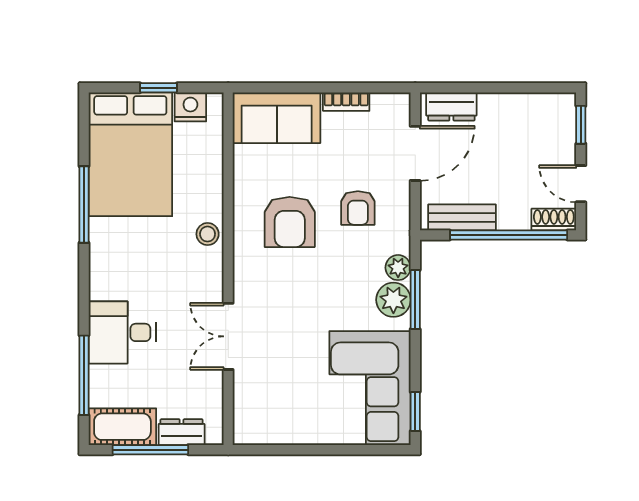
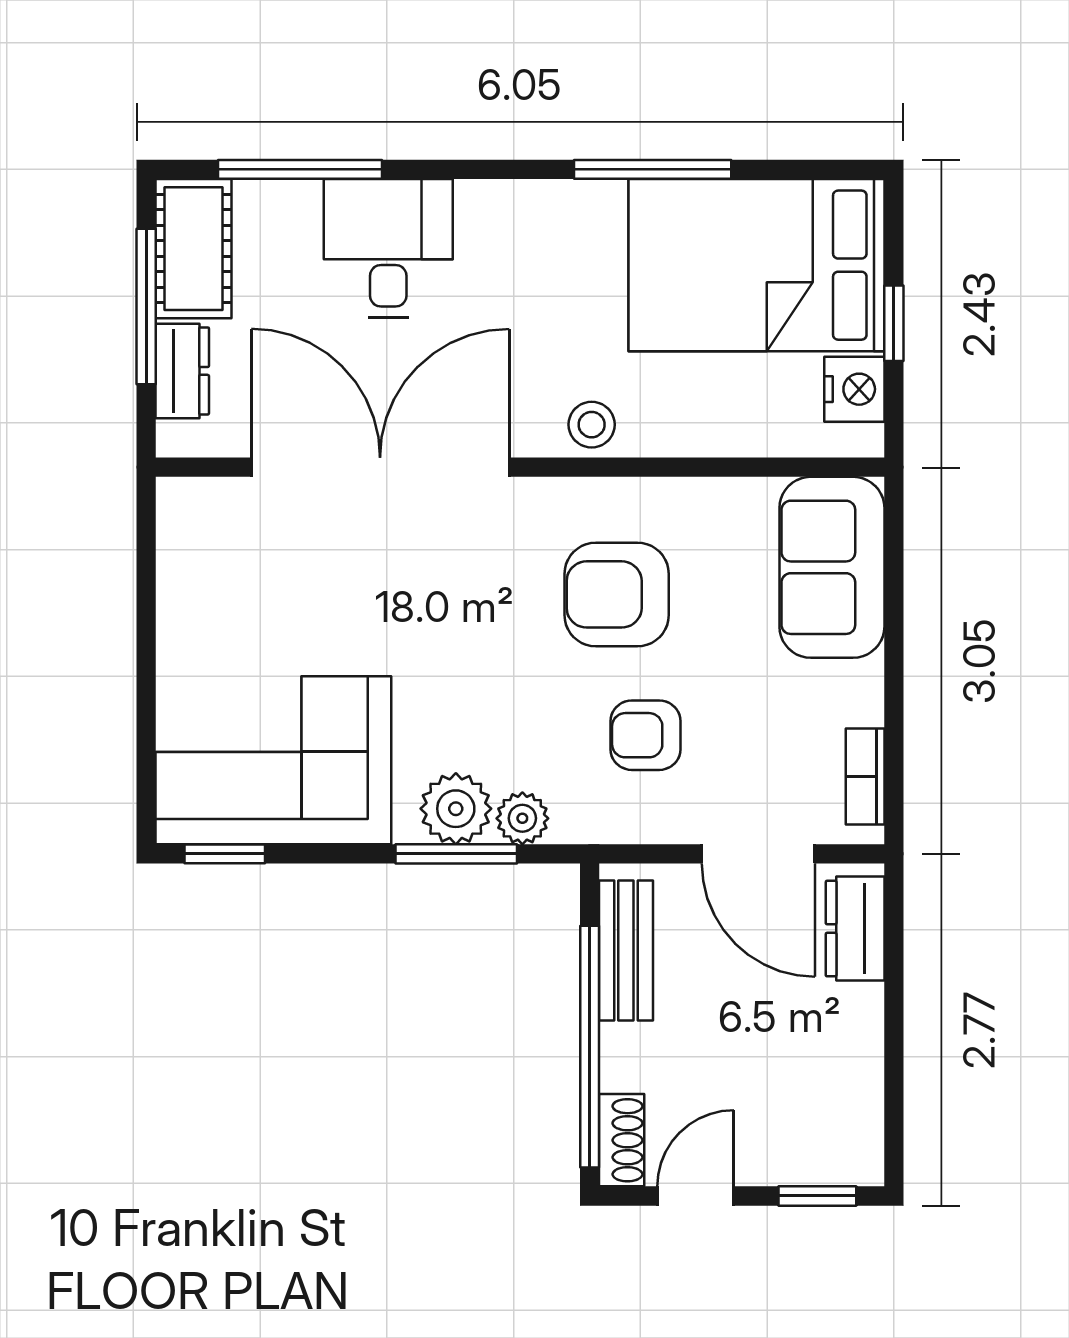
bookcase: (346, 102) -> (865, 776), moved
double door: (228, 336) -> (380, 467), width x1.87

